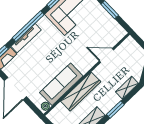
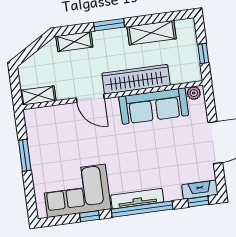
tv unit: (26, 38) -> (137, 199), moved
shelving: (125, 46) -> (38, 96), added
door: (106, 55) -> (90, 98), moved

